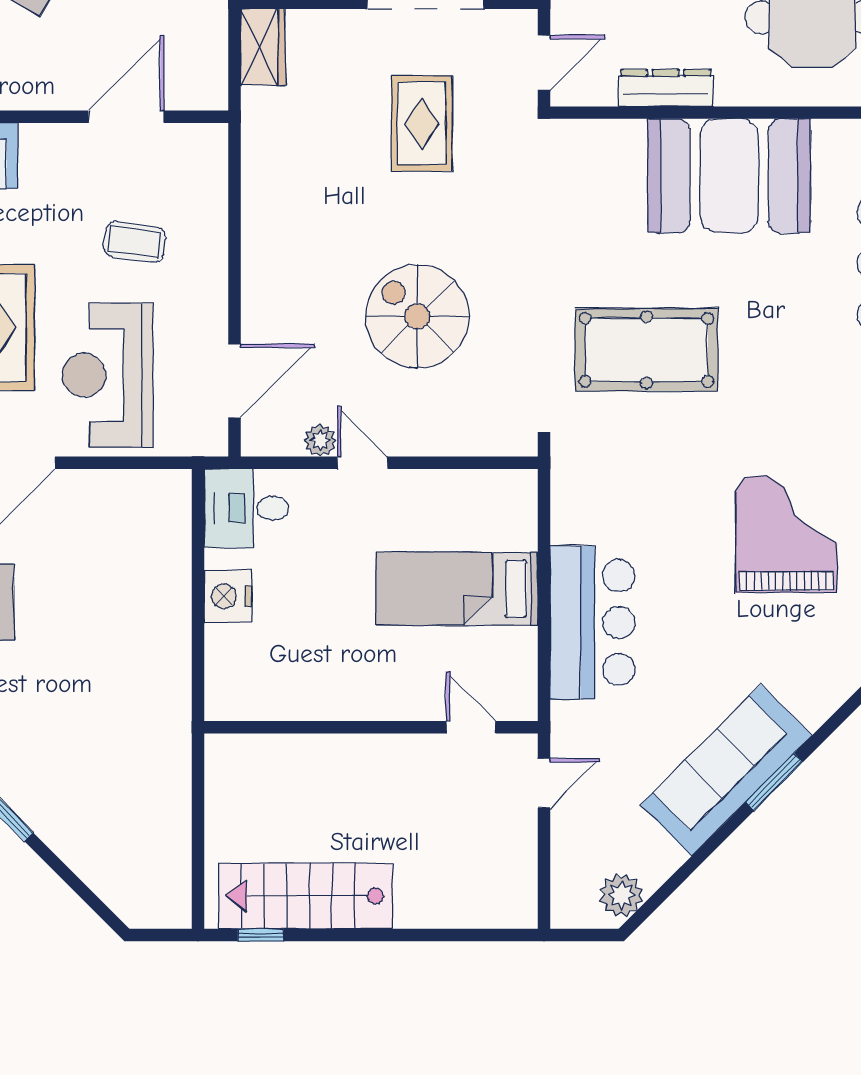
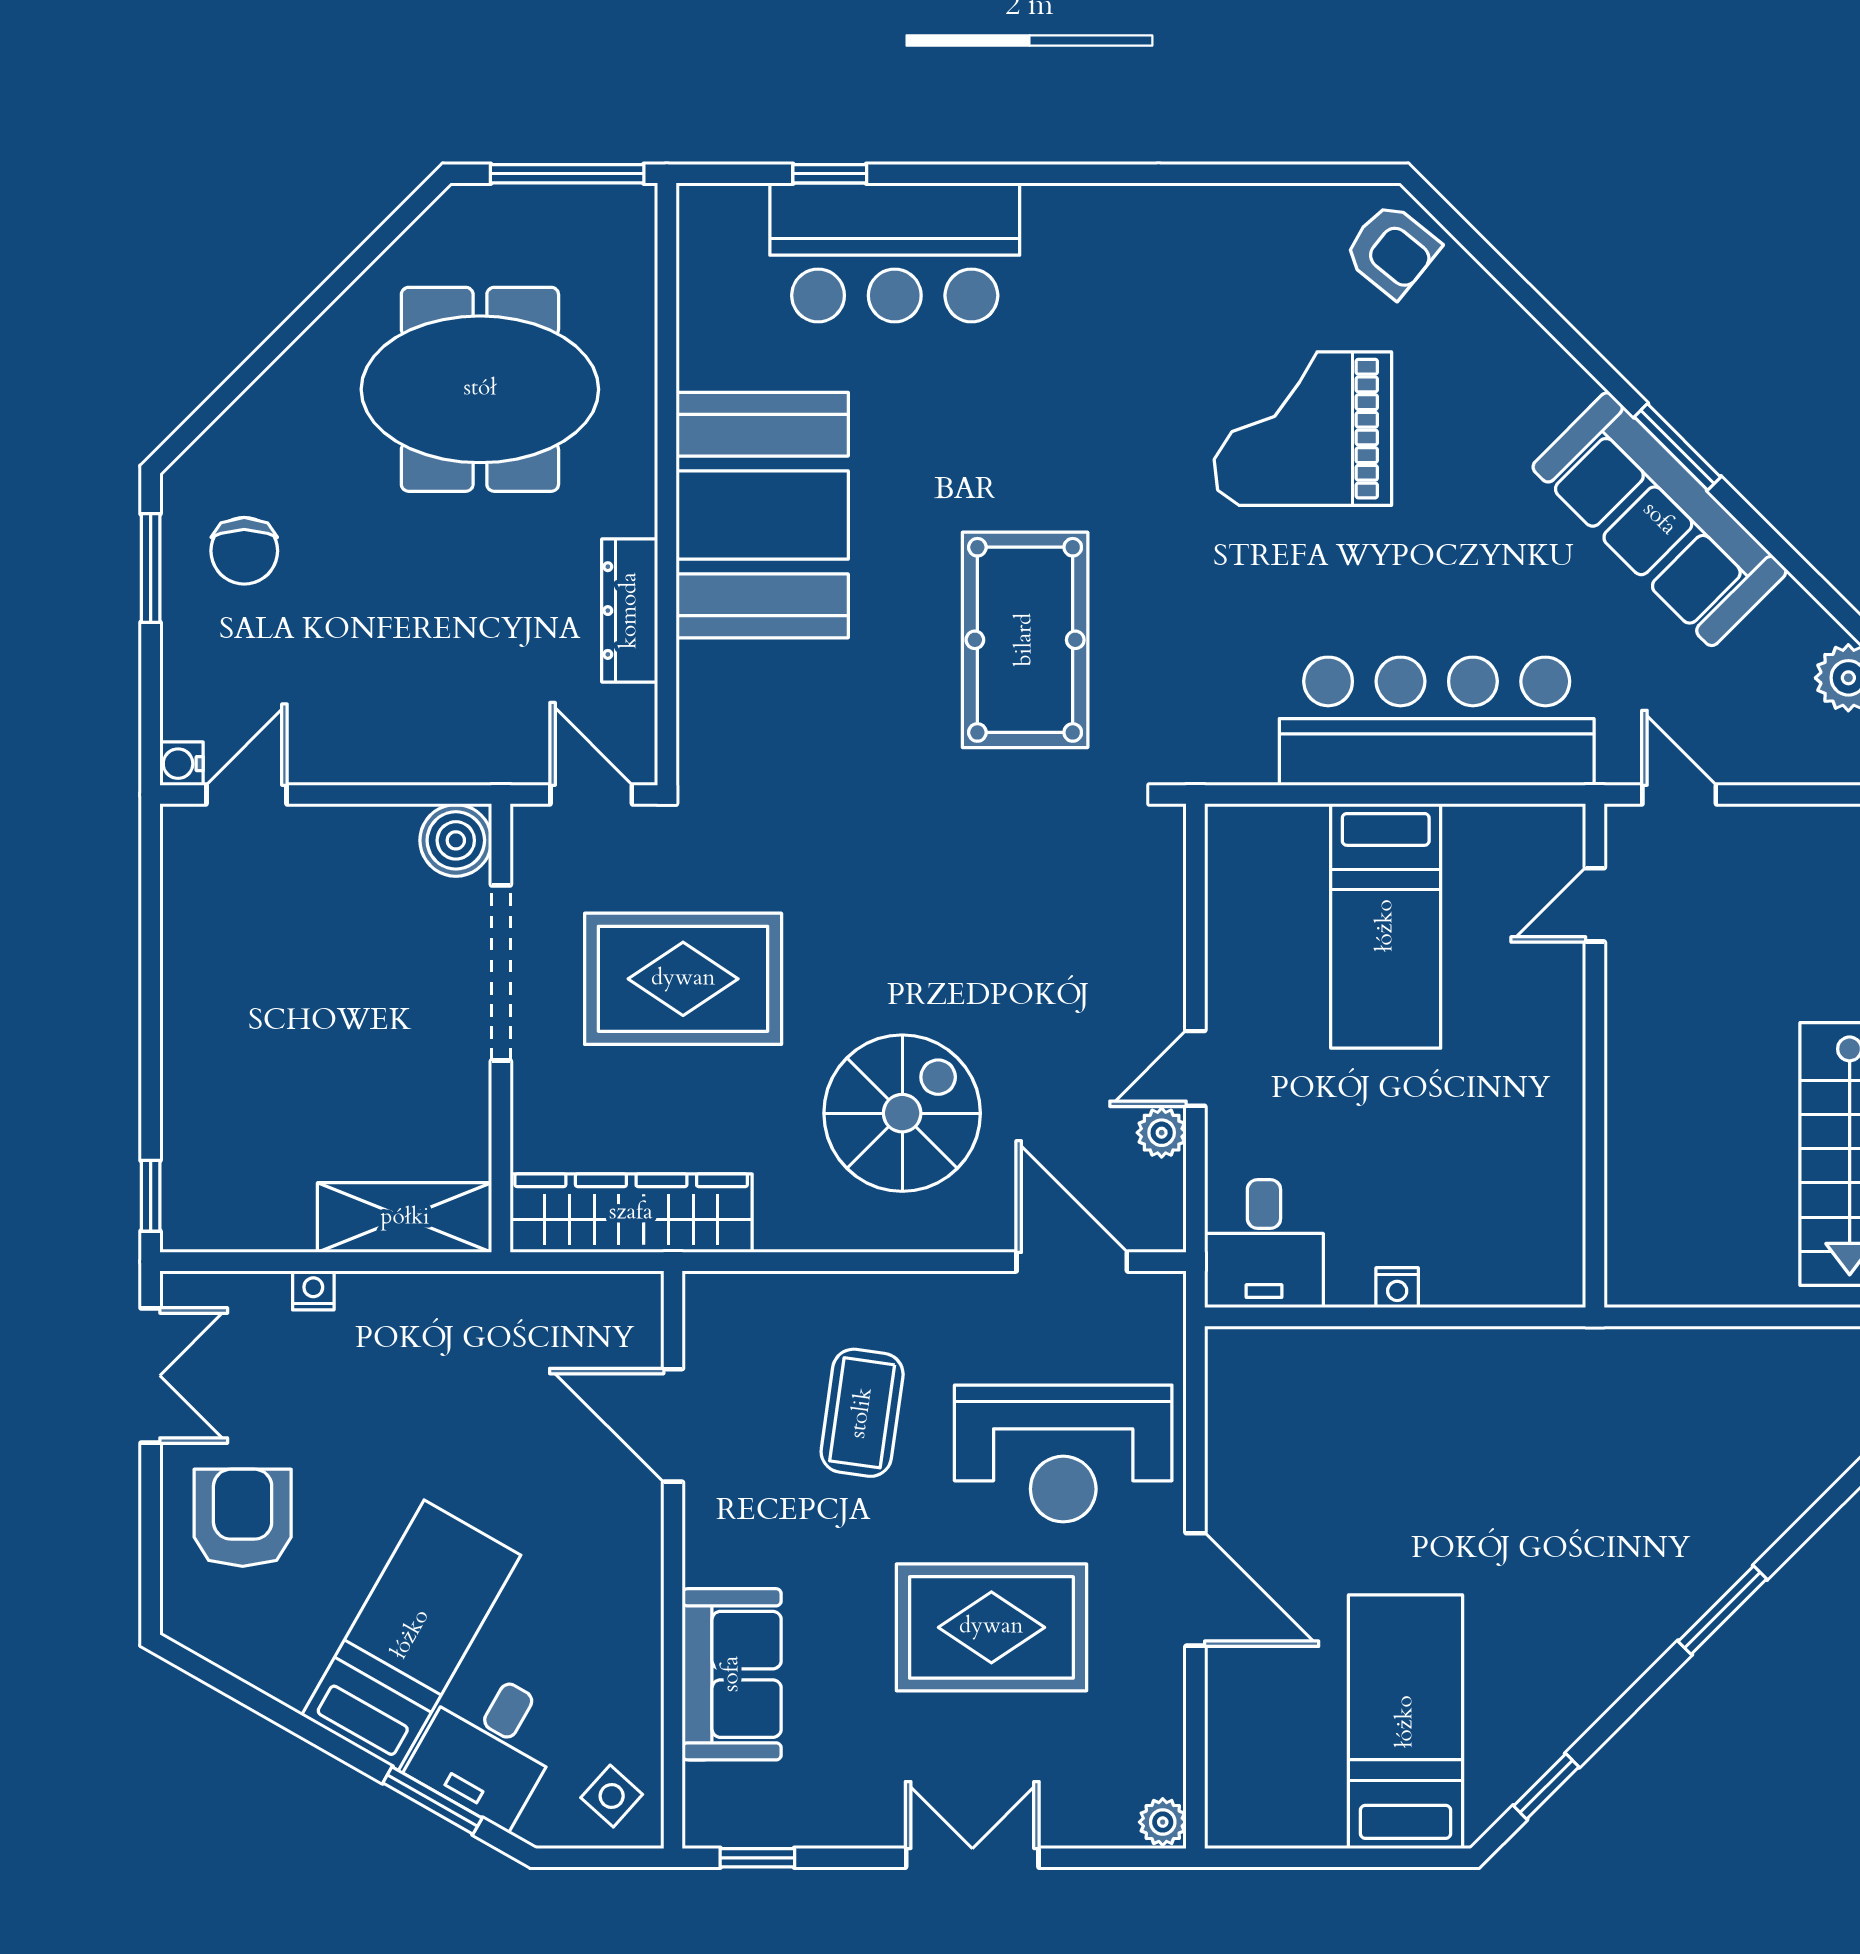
wardrobe: (263, 47) -> (631, 1213), width x2.10, depth x1.17
rug: (422, 123) -> (683, 979), width x1.36, depth x1.43
coffee table: (134, 242) -> (862, 1413), width x1.36, depth x1.30
spiral stairs: (417, 316) -> (902, 1113), moved, turned 180
nightstand: (228, 596) -> (1397, 1288), width x0.53, depth x0.56
bar counter: (593, 623) -> (1437, 721), width x1.36

